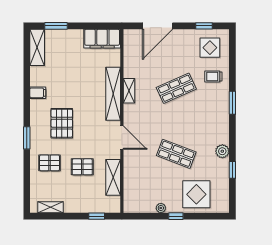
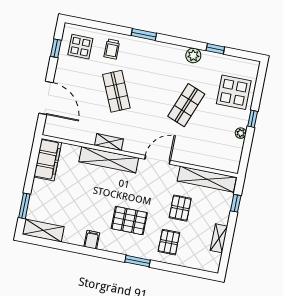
shelving: (113, 177) -> (207, 179), width x1.47
shelving: (51, 207) -> (219, 238), moved

